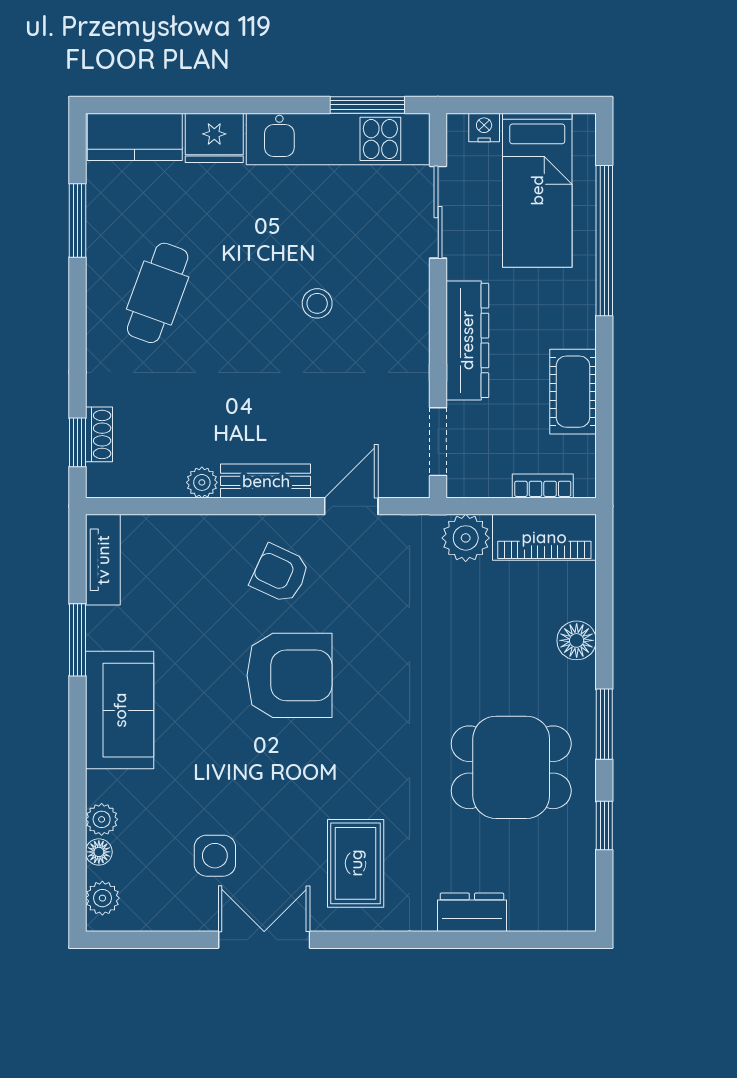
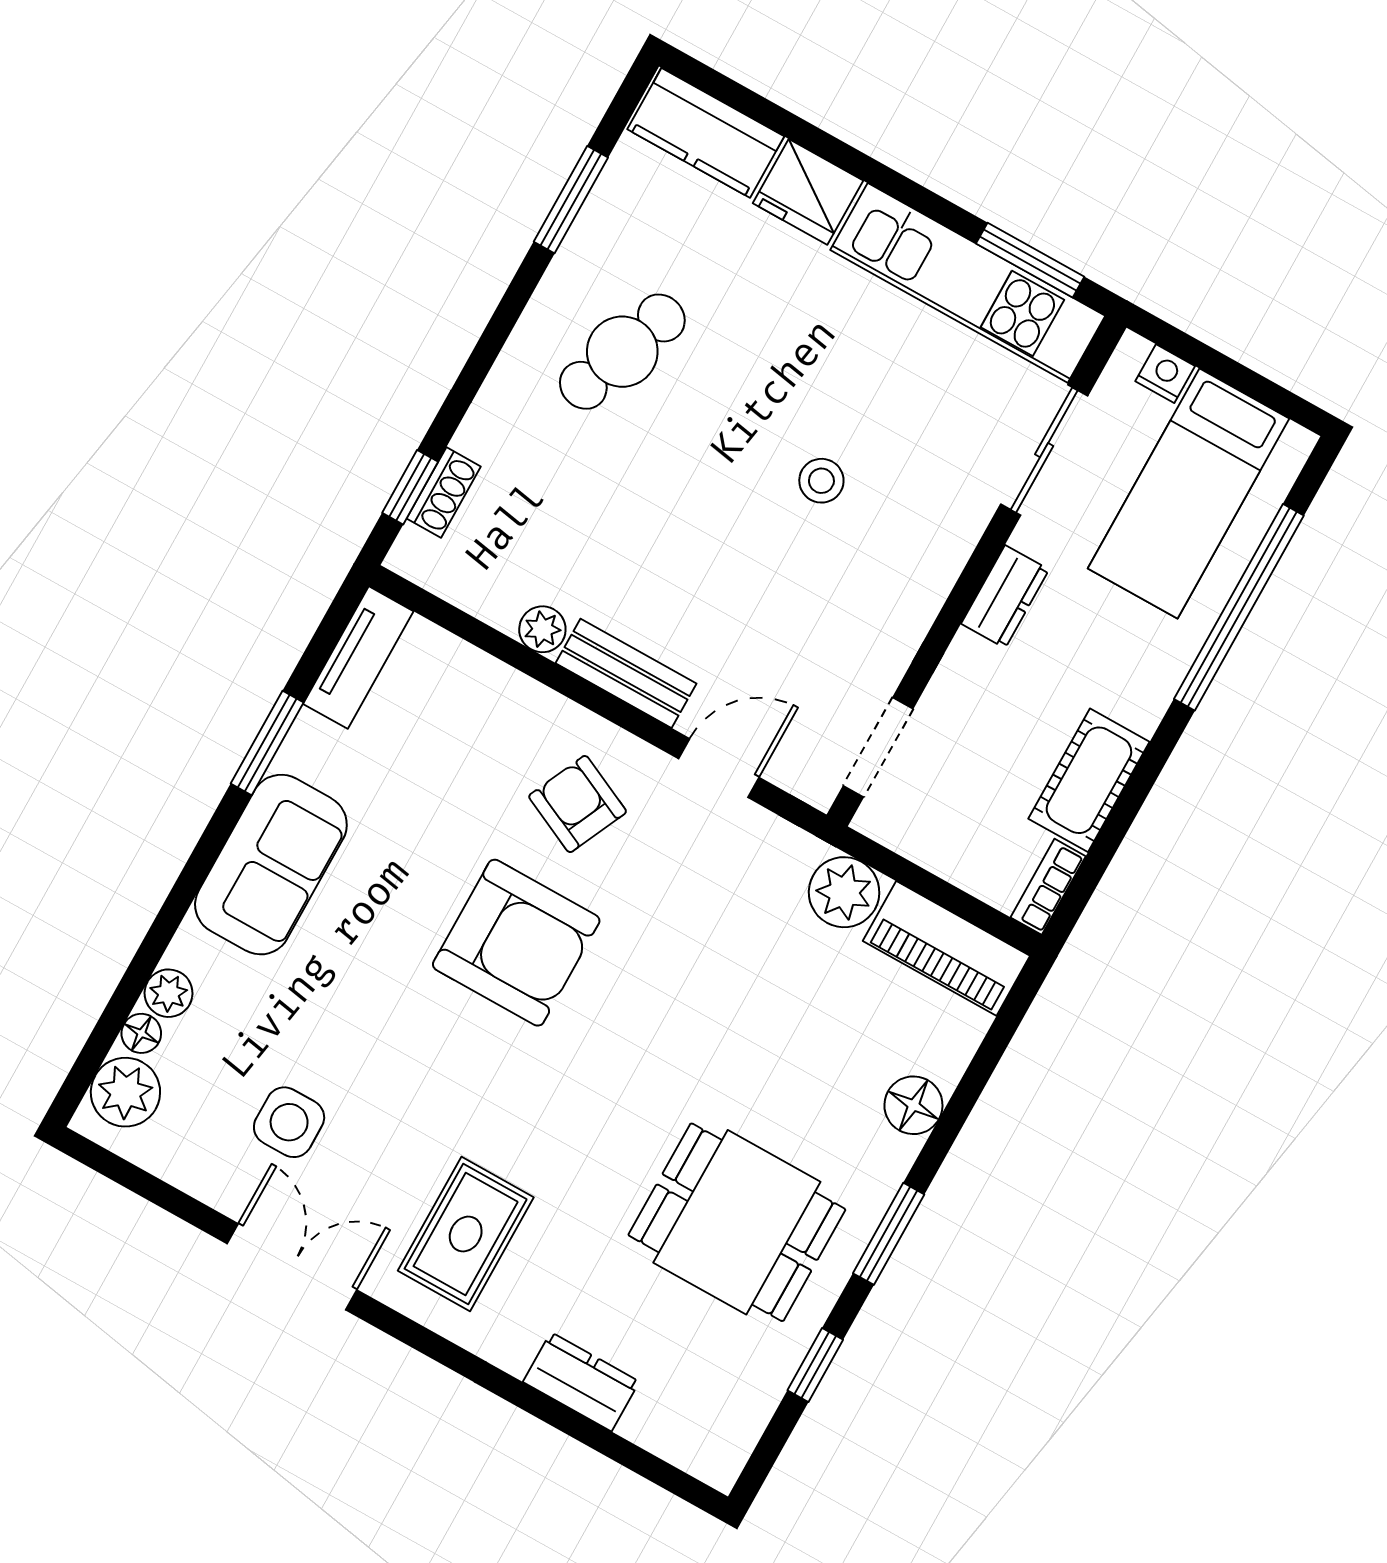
dresser: (467, 340) -> (1005, 597), width x0.51, depth x0.80
bookcase: (543, 486) -> (1048, 887), moved, turned -90
plant: (102, 898) -> (125, 1092), width x1.38, depth x1.38

